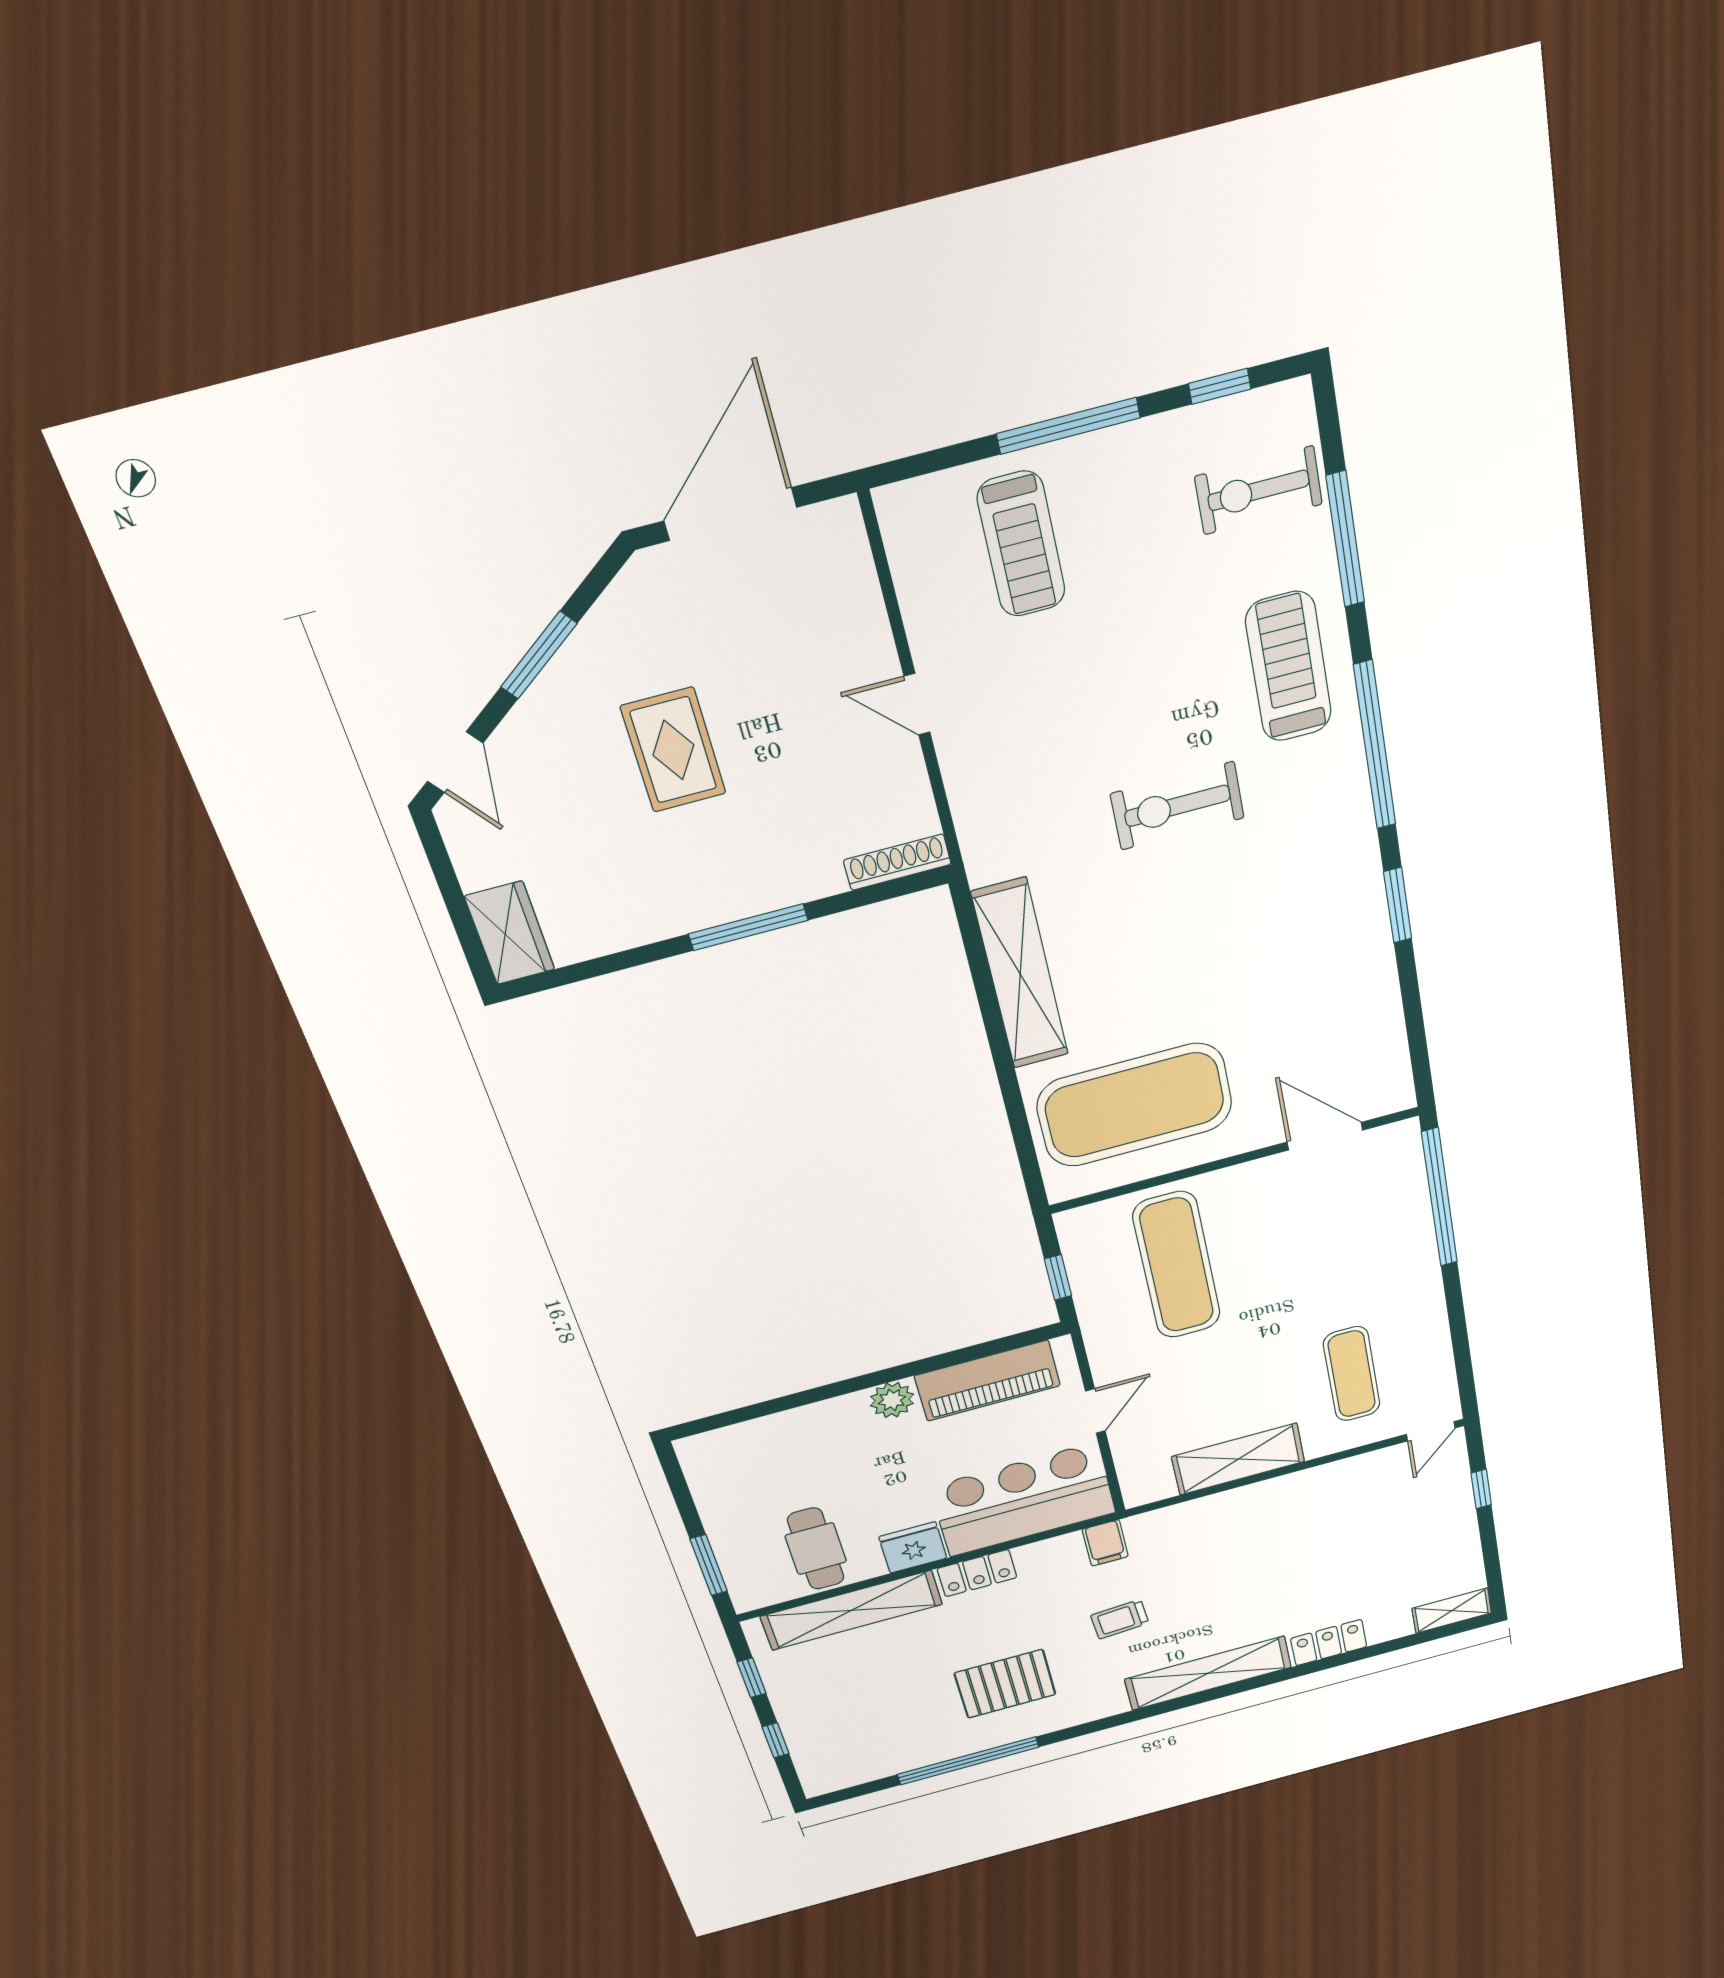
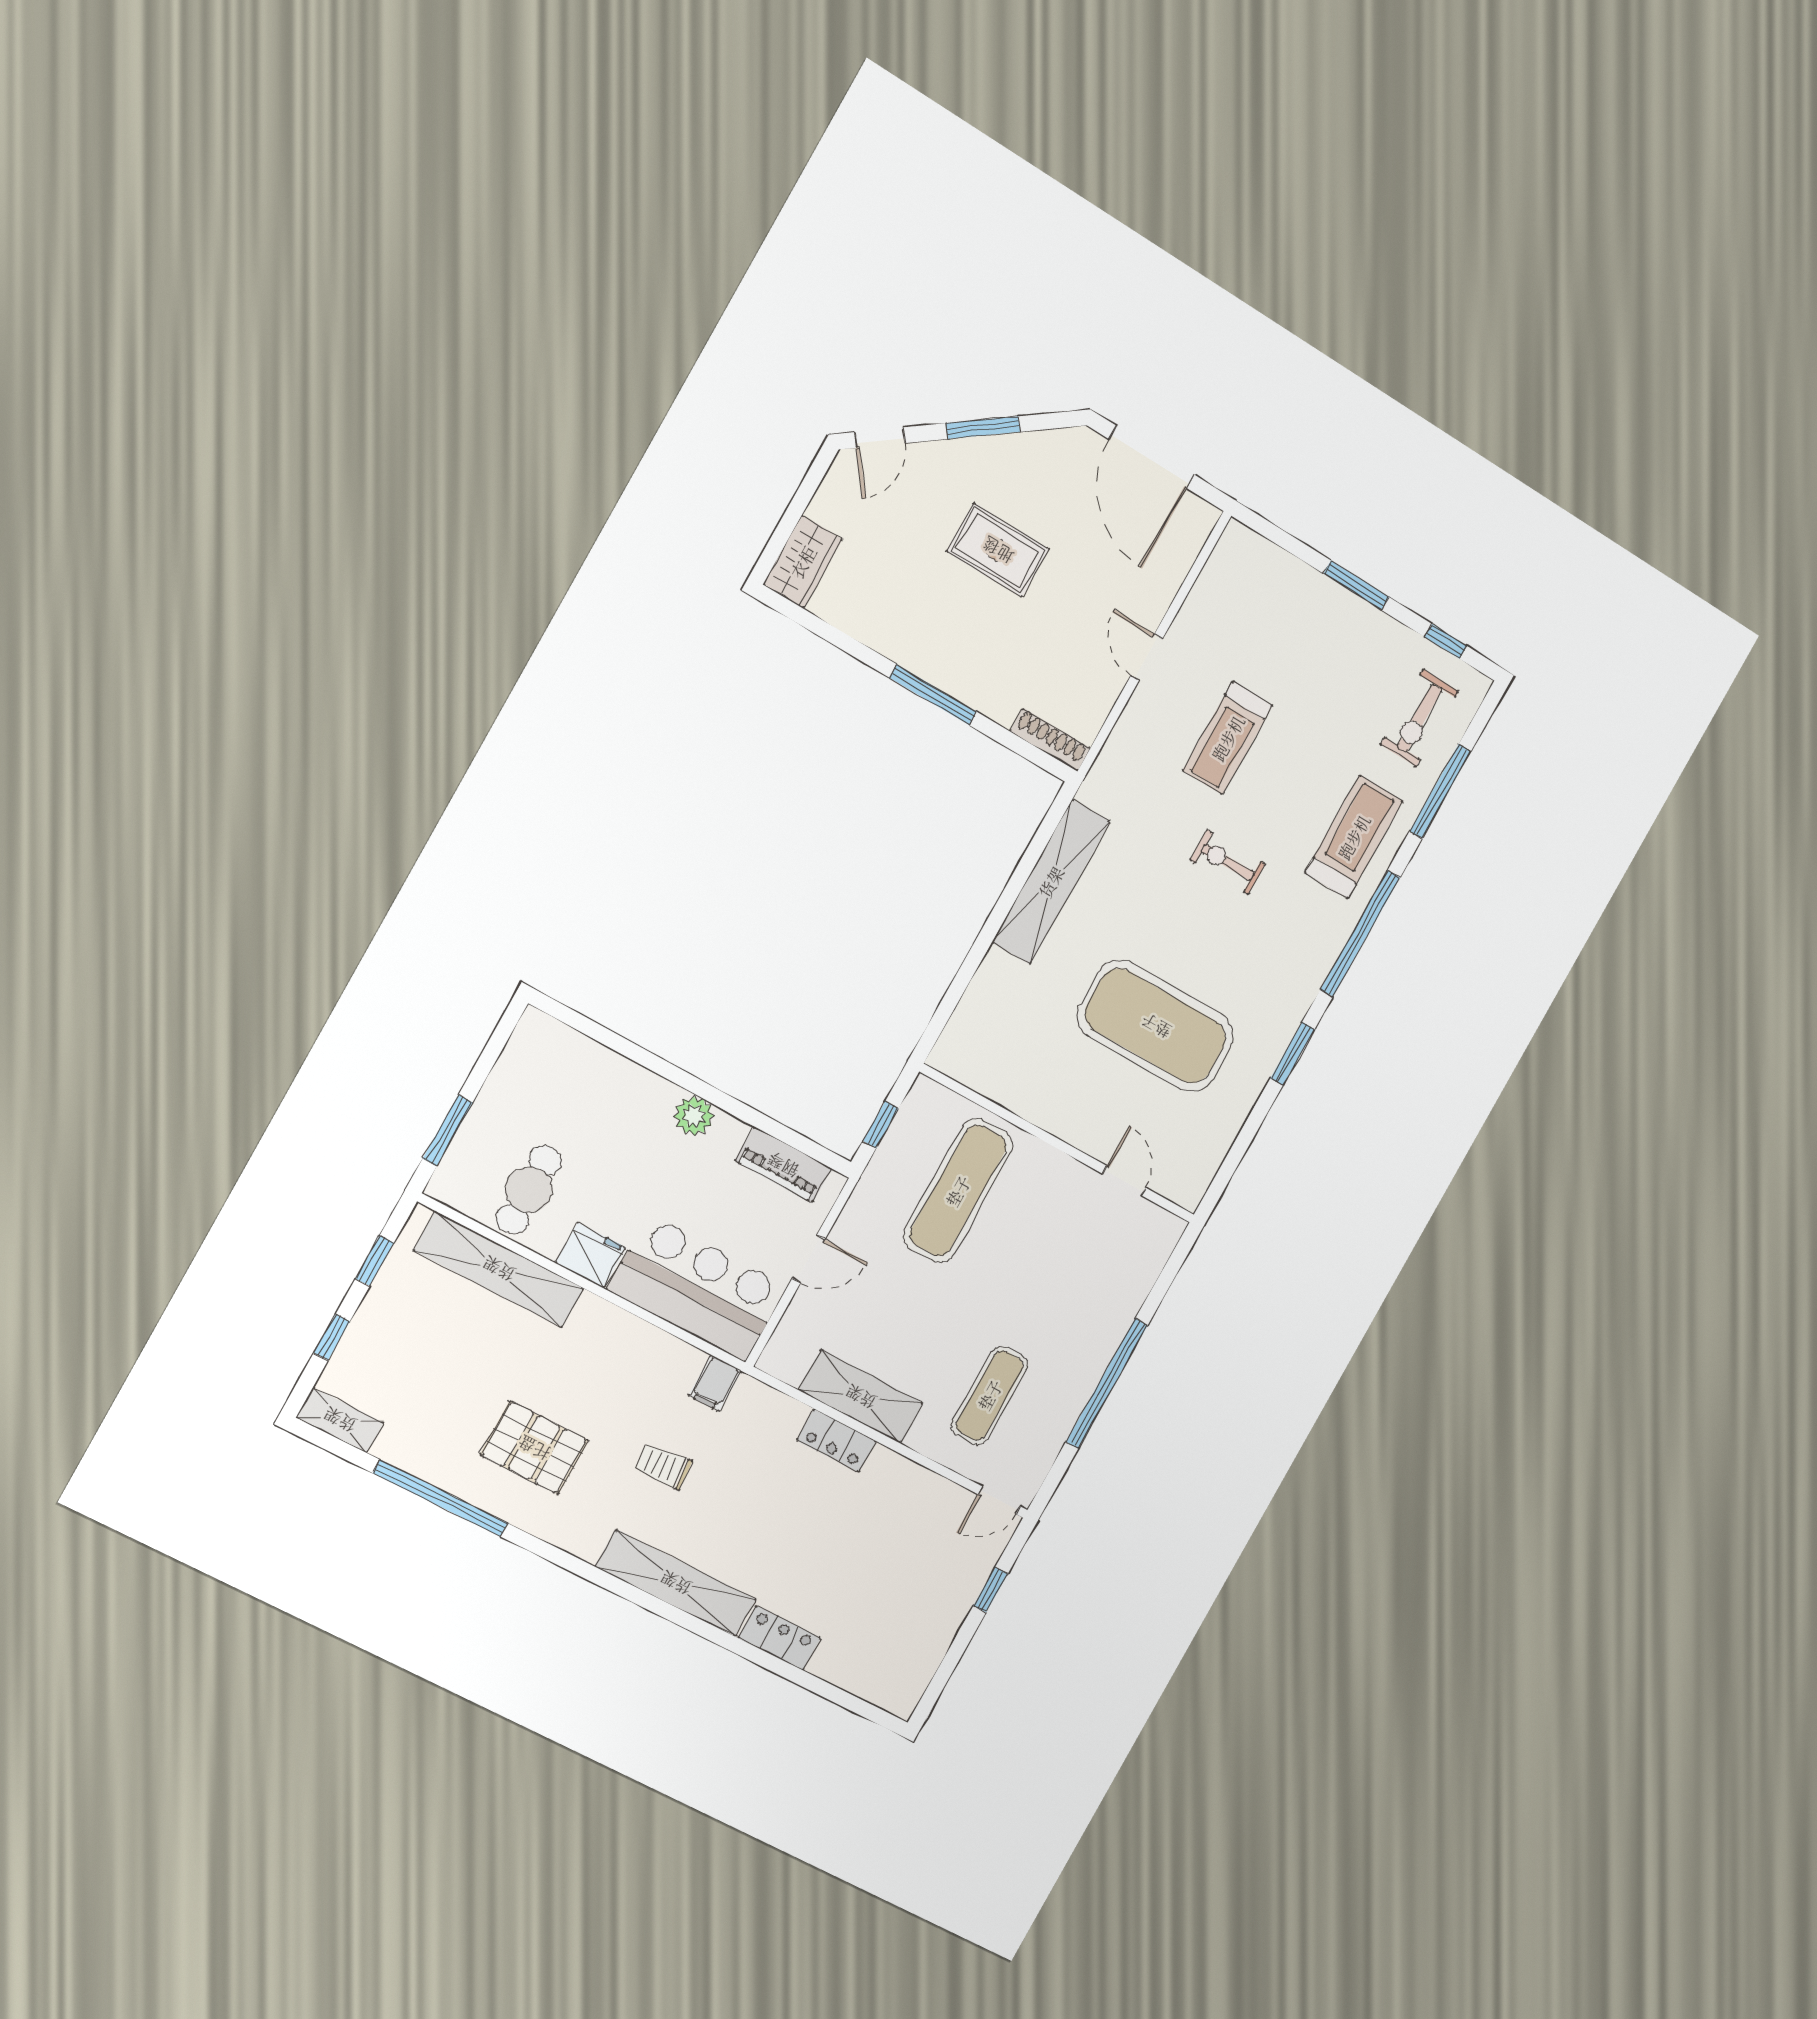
window: (1068, 426) -> (1356, 585), width x0.69
exercise bike: (1259, 490) -> (1420, 718), turned -90
door: (730, 514) -> (1152, 457), swing flipped
treadmill: (1021, 544) -> (1228, 738), moved
rug: (673, 750) -> (998, 550), turned 90
exercise bike: (1177, 806) -> (1228, 862), width x0.73, depth x0.72
exercise mat: (1135, 1105) -> (1156, 1026), moved
door: (1325, 1136) -> (1124, 1181), width x0.73
window: (1440, 1198) -> (1107, 1384), moved
piano: (988, 1381) -> (783, 1165), width x0.73, depth x0.75
locker: (977, 1573) -> (836, 1440), moved
shelving: (1452, 1611) -> (340, 1420), moved

